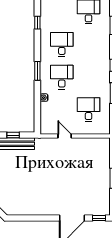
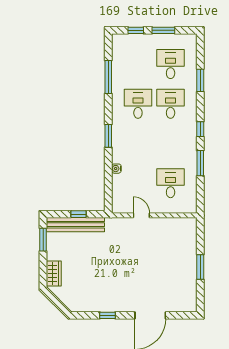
window: (37, 23) -> (108, 77), width x2.17
desk: (62, 77) -> (171, 104), moved
window: (99, 218) -> (108, 315), moved

